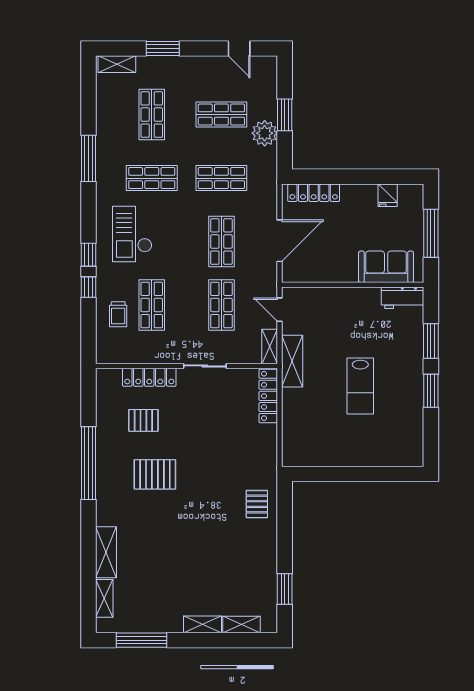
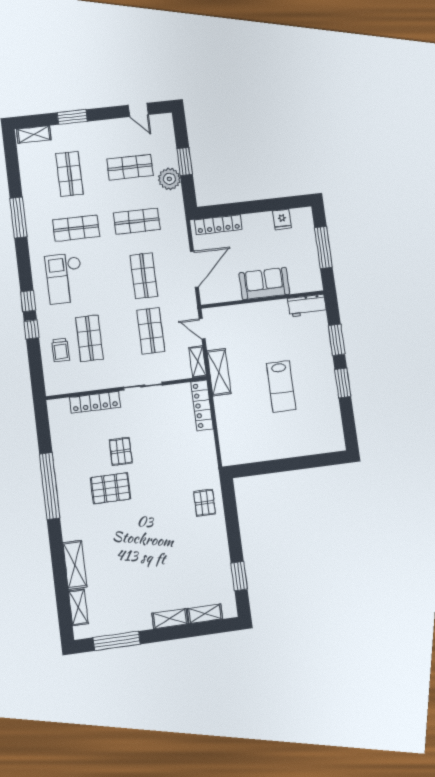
sofa: (386, 267) -> (264, 284), moved
pallet: (143, 420) -> (121, 451), moved, turned 90

